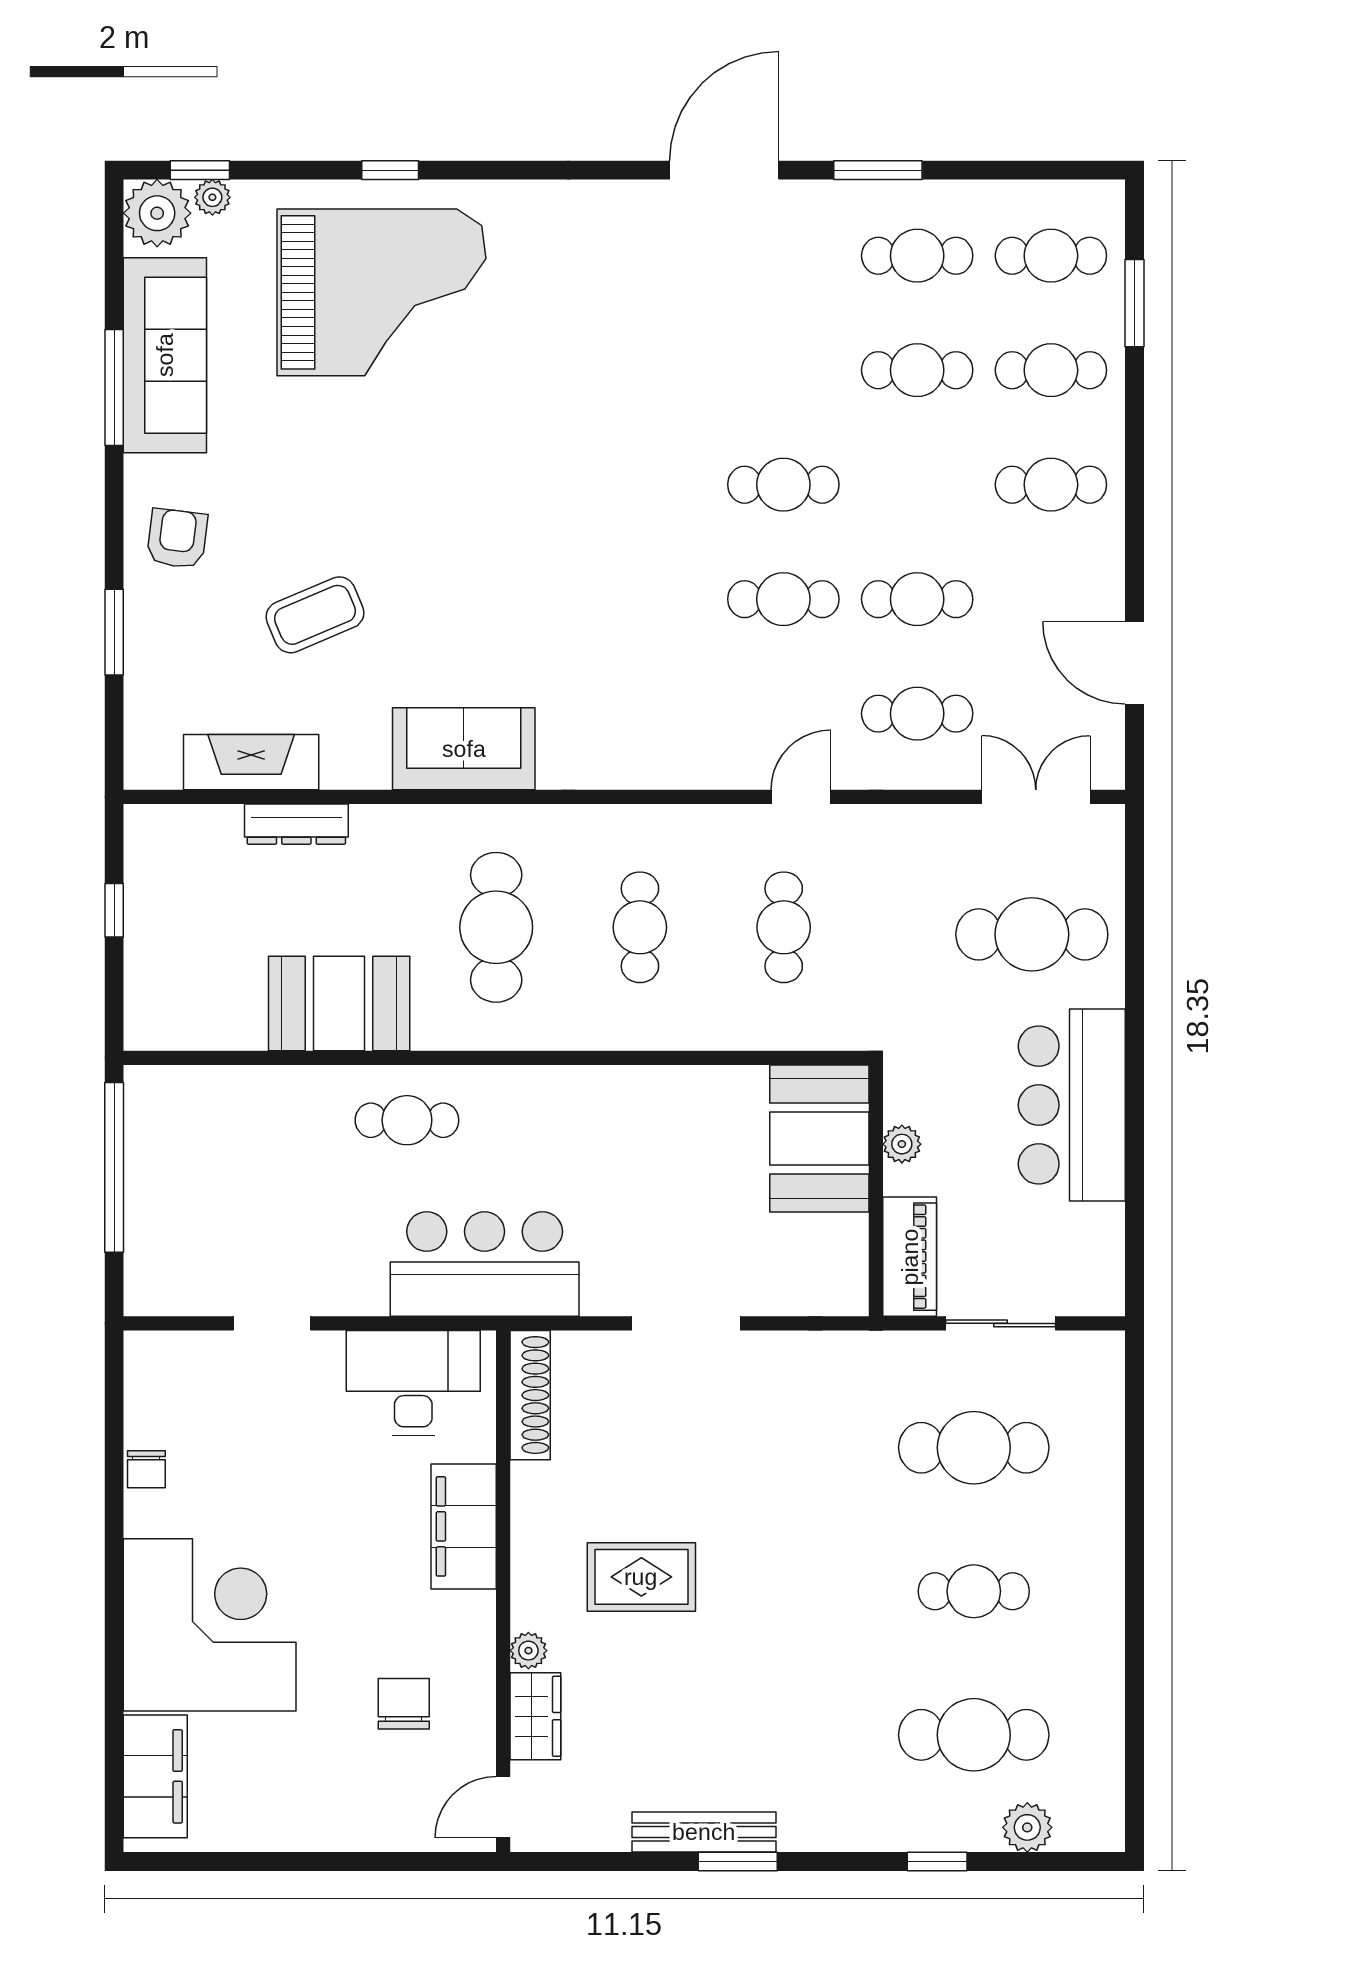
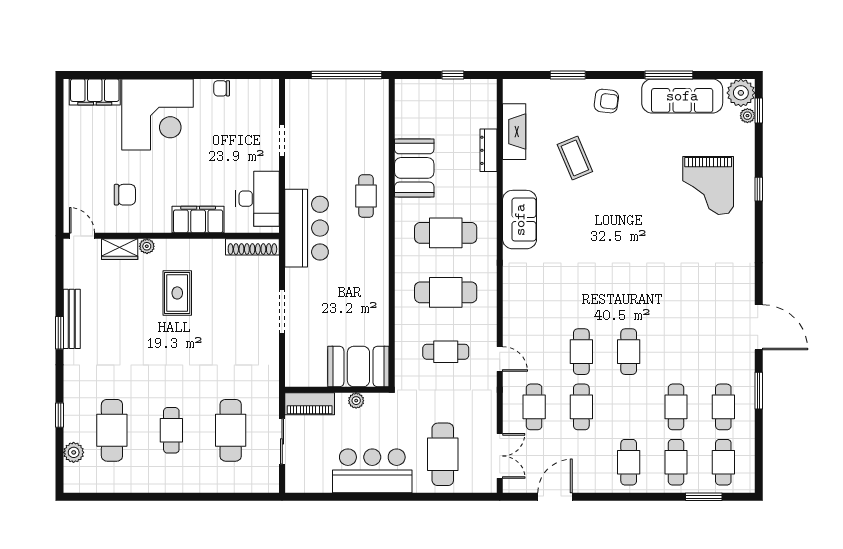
grand piano: (381, 292) -> (708, 185), width x0.73, depth x0.68
cafe table: (640, 927) -> (446, 292), width x1.37, depth x1.35

